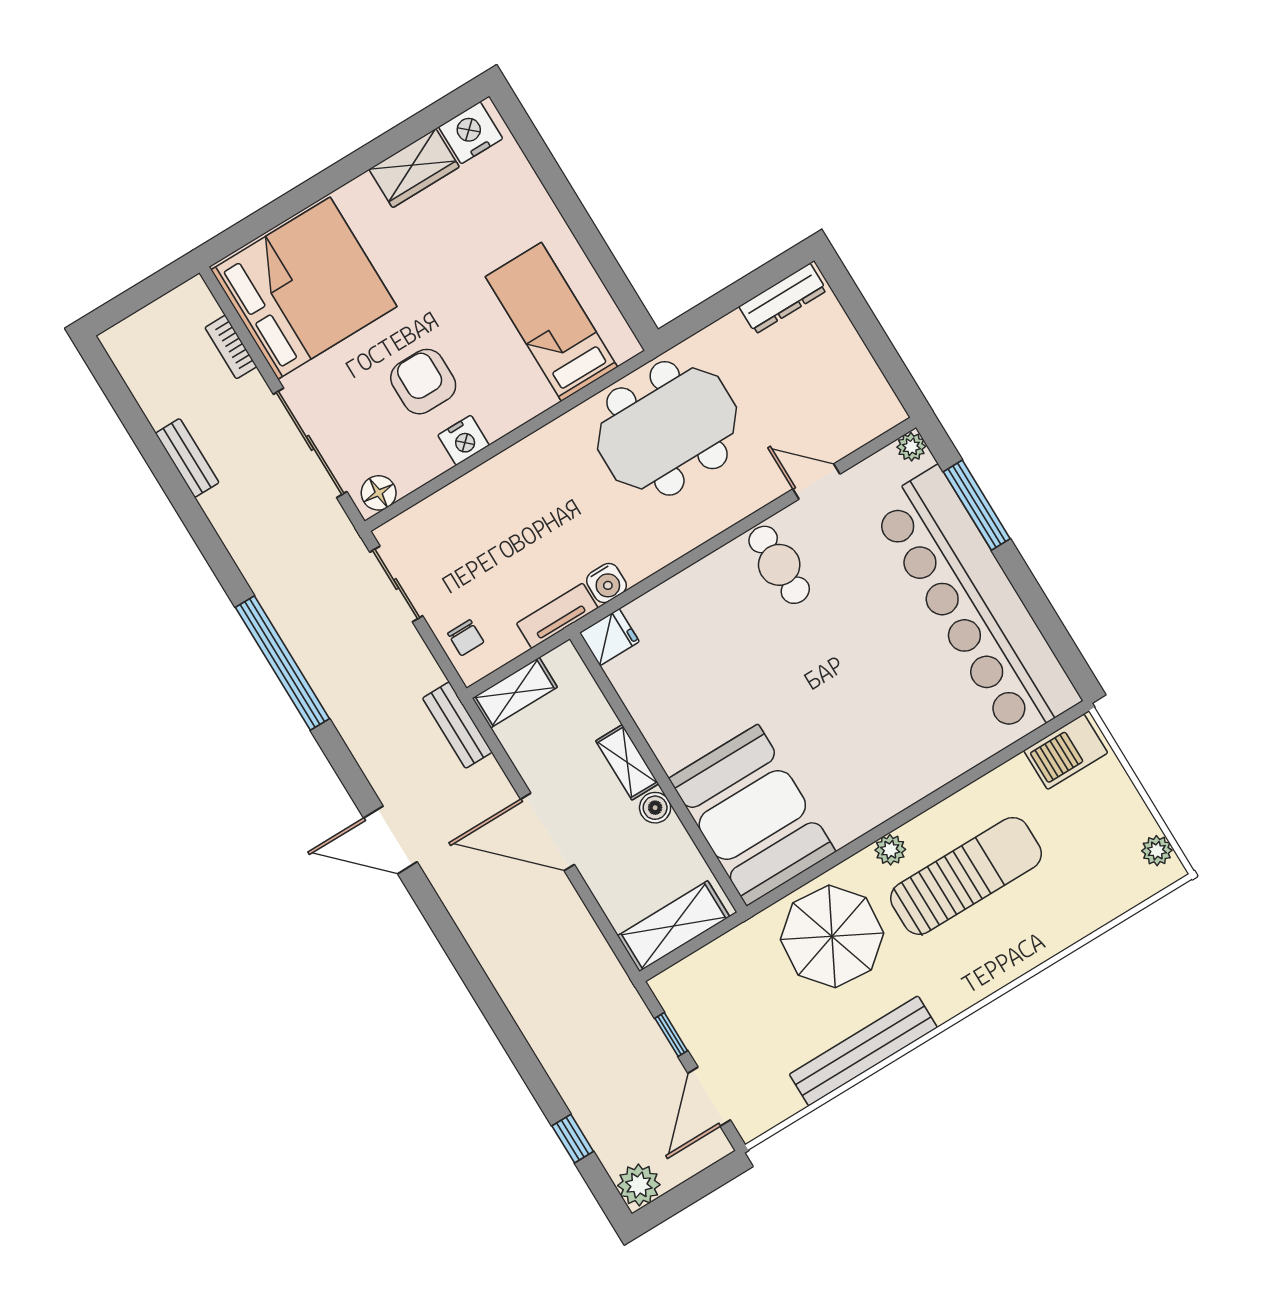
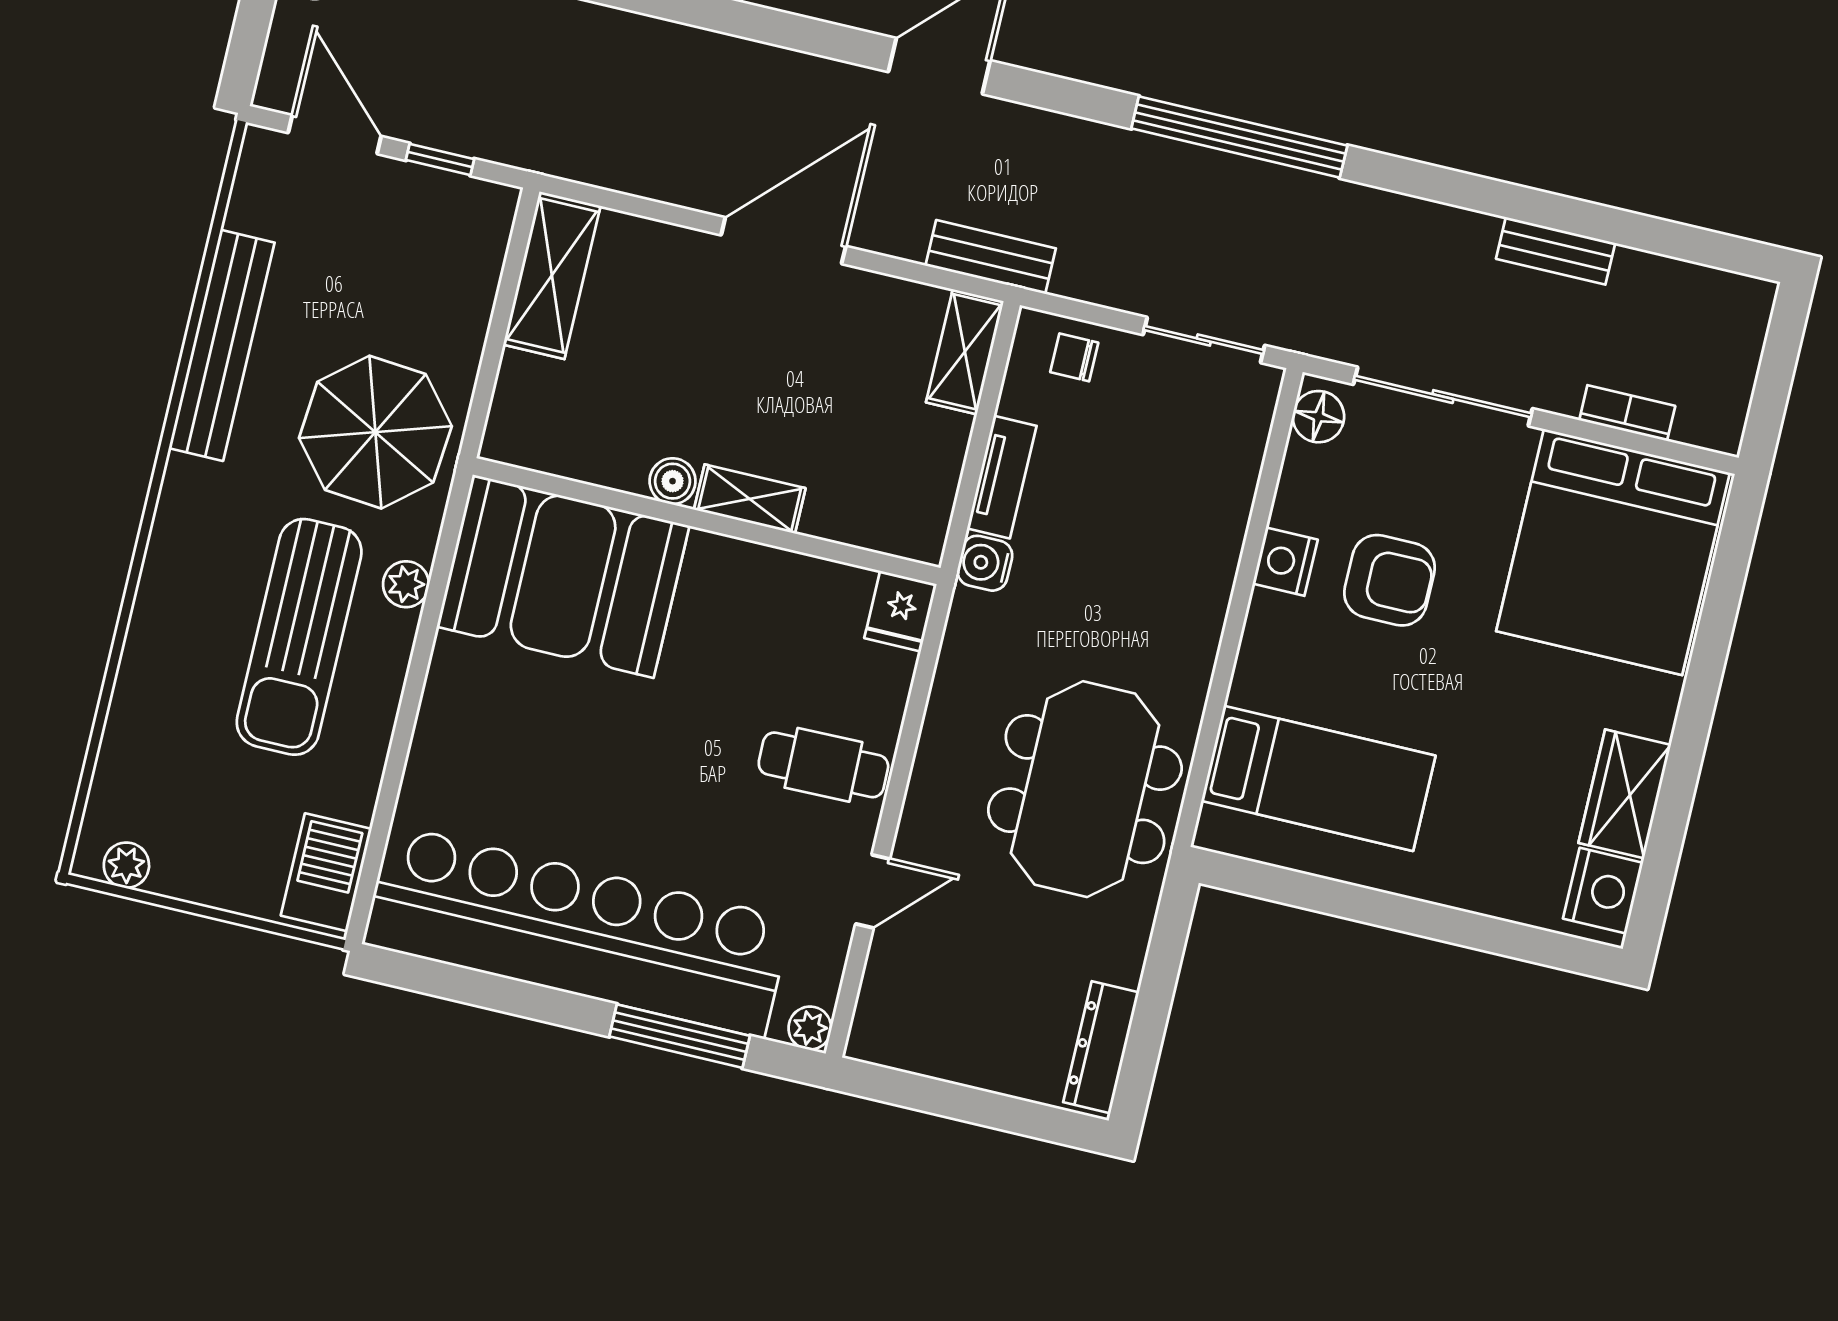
fridge: (609, 637) -> (901, 611), moved
shelving: (627, 762) -> (750, 499), moved
wall: (658, 772) -> (707, 521), moved
boiler: (655, 808) -> (673, 481), moved
booth: (752, 815) -> (563, 576), moved

